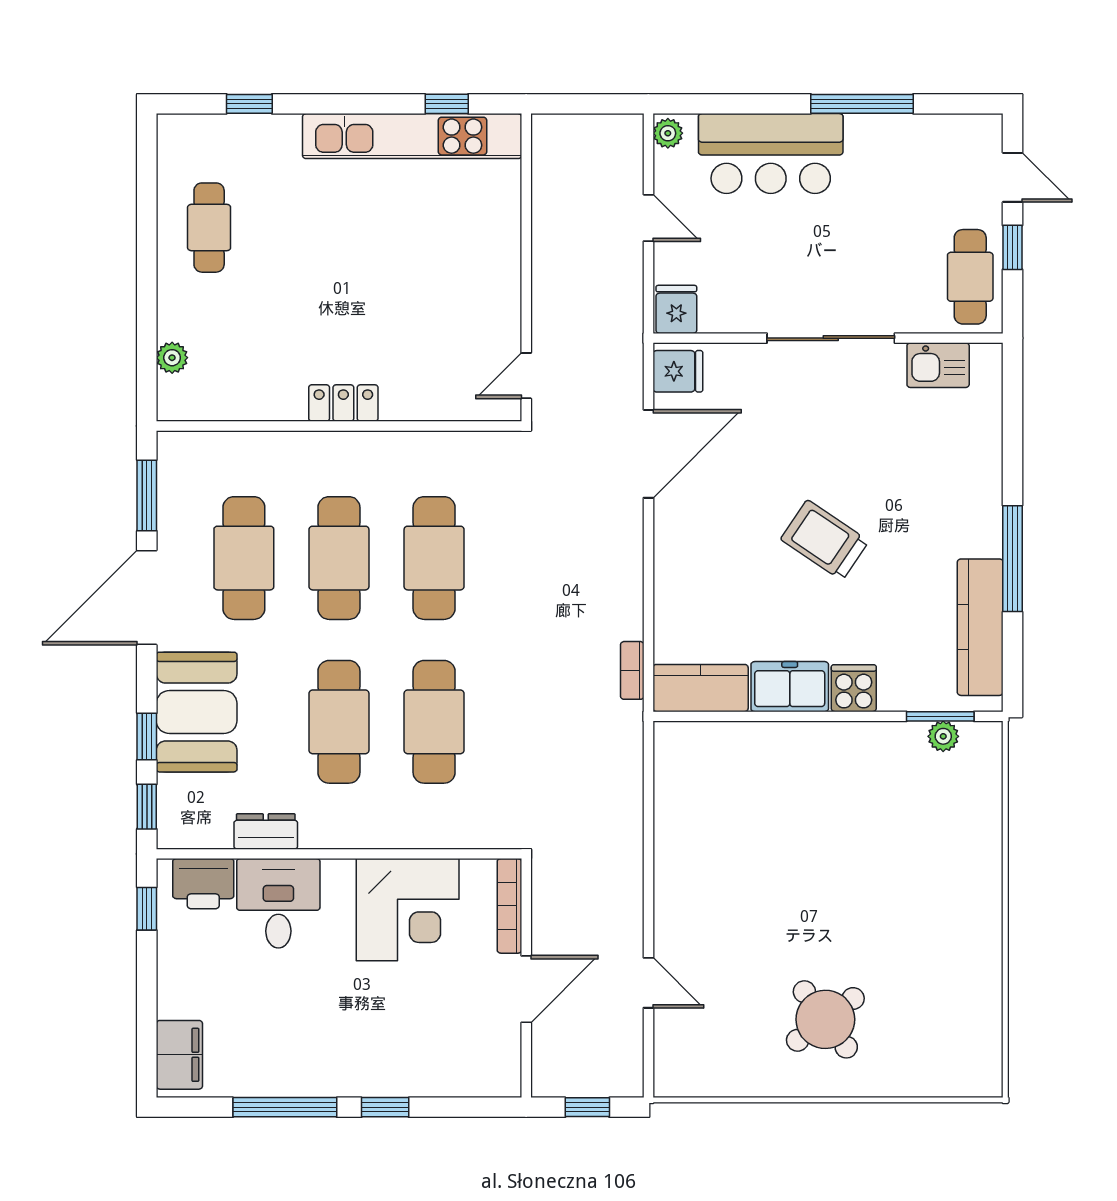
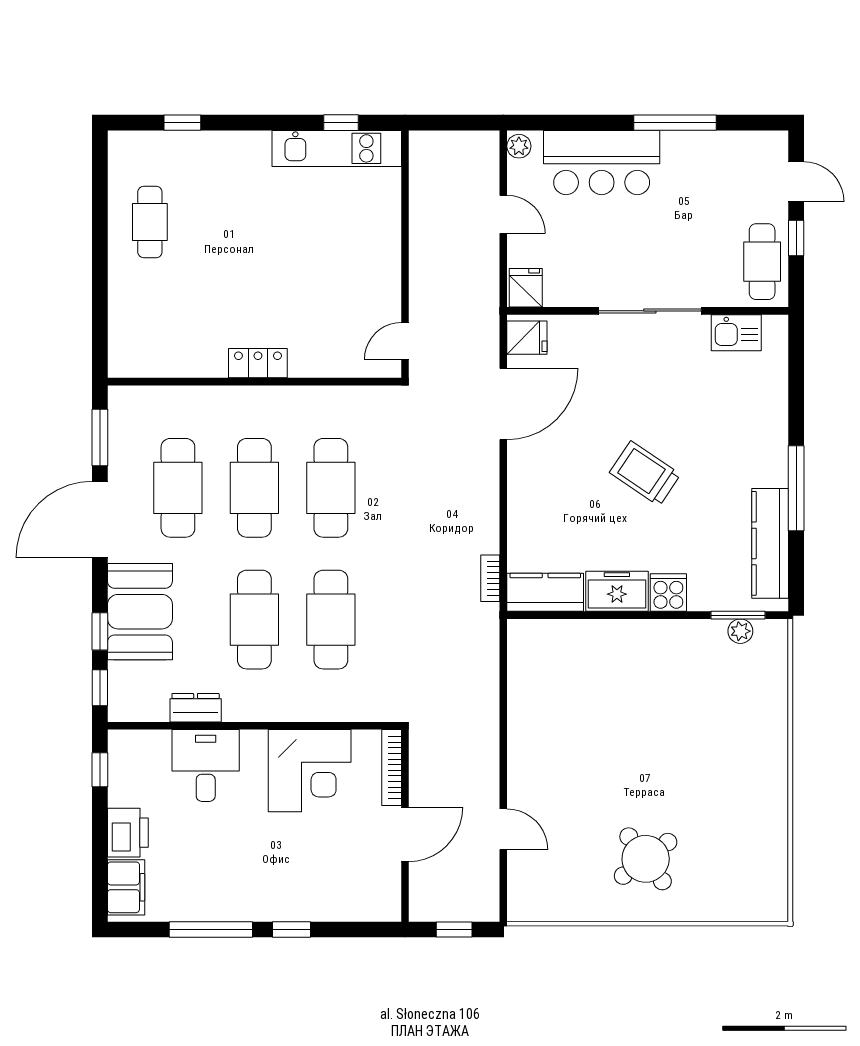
kitchen unit: (412, 136) -> (337, 148), width x0.73
plant: (172, 358) -> (120, 327), removed
printer: (203, 884) -> (128, 833), moved, turned -90

